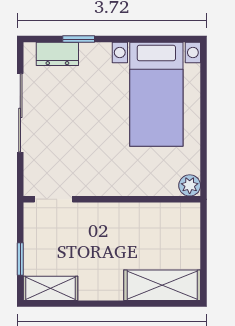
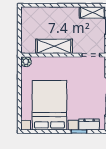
bed with nightstands: (156, 94) -> (49, 105), width x1.36
shelving: (162, 285) -> (54, 46), moved

